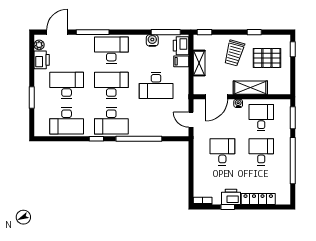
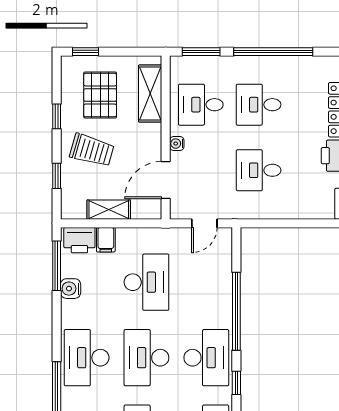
window: (205, 32) -> (57, 176), moved
shelving: (250, 88) -> (150, 94), moved
door: (217, 97) -> (166, 180), swing flipped

